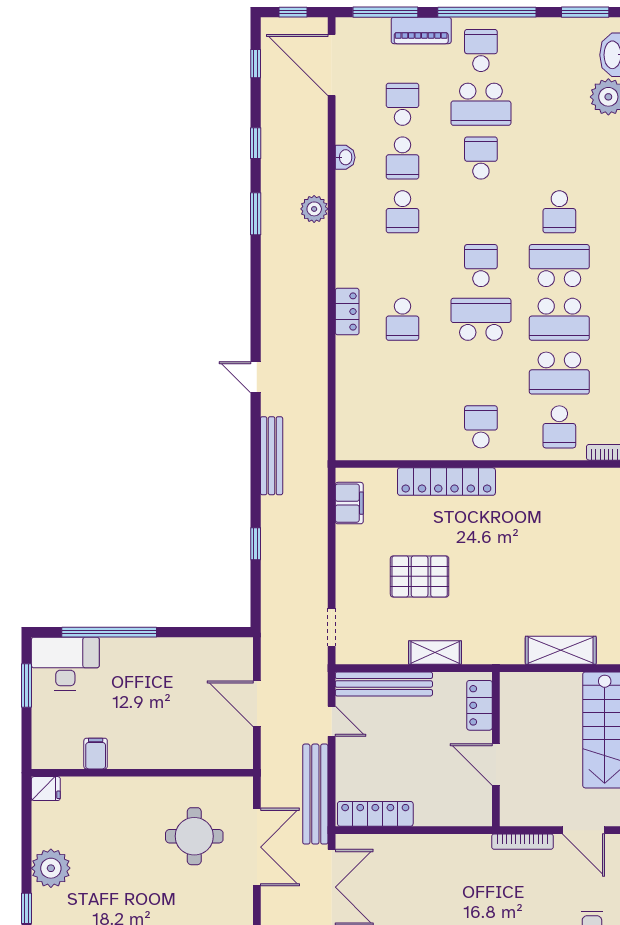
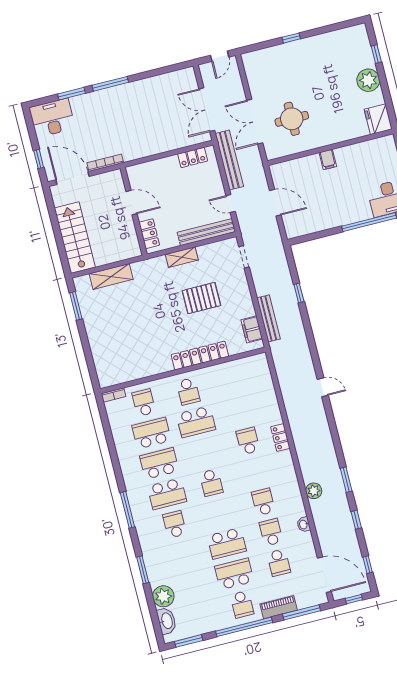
school desk: (481, 158) -> (227, 543), width x1.85
school desk: (481, 319) -> (196, 422), moved
bench: (272, 456) -> (268, 318), moved
filing cabinet: (96, 754) -> (328, 159), moved
fridge: (46, 789) -> (378, 119), width x1.88, depth x1.34
locker: (375, 814) -> (193, 157), width x0.66
door: (583, 830) -> (73, 178), width x1.36

